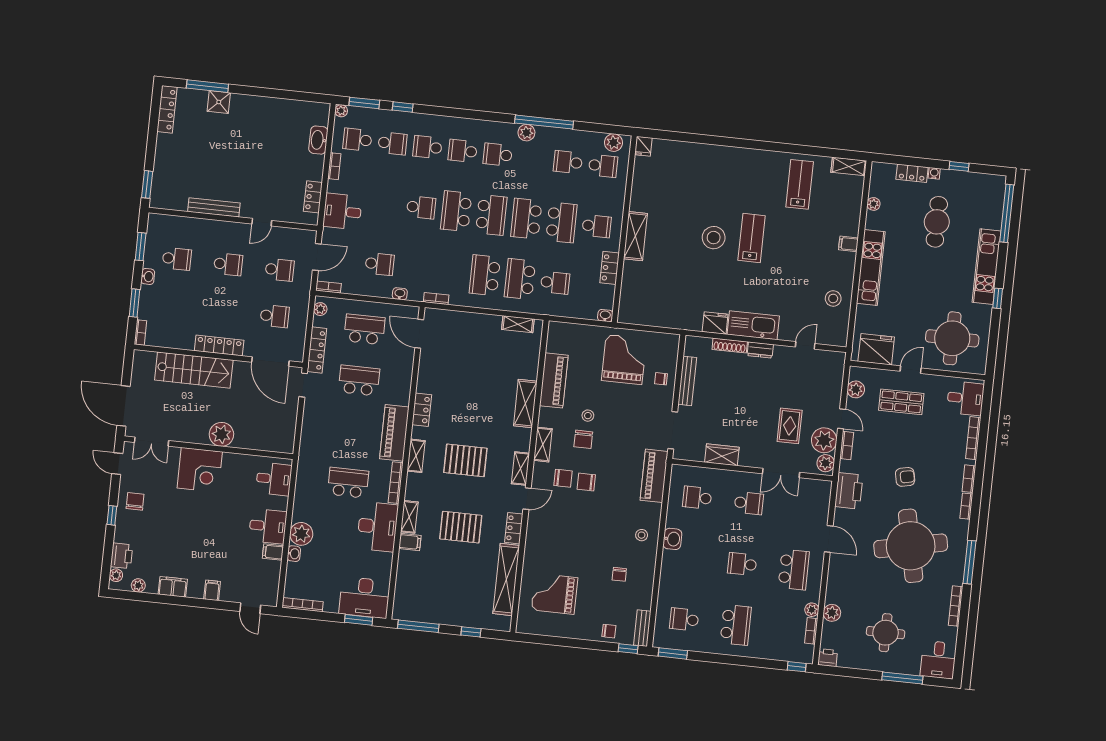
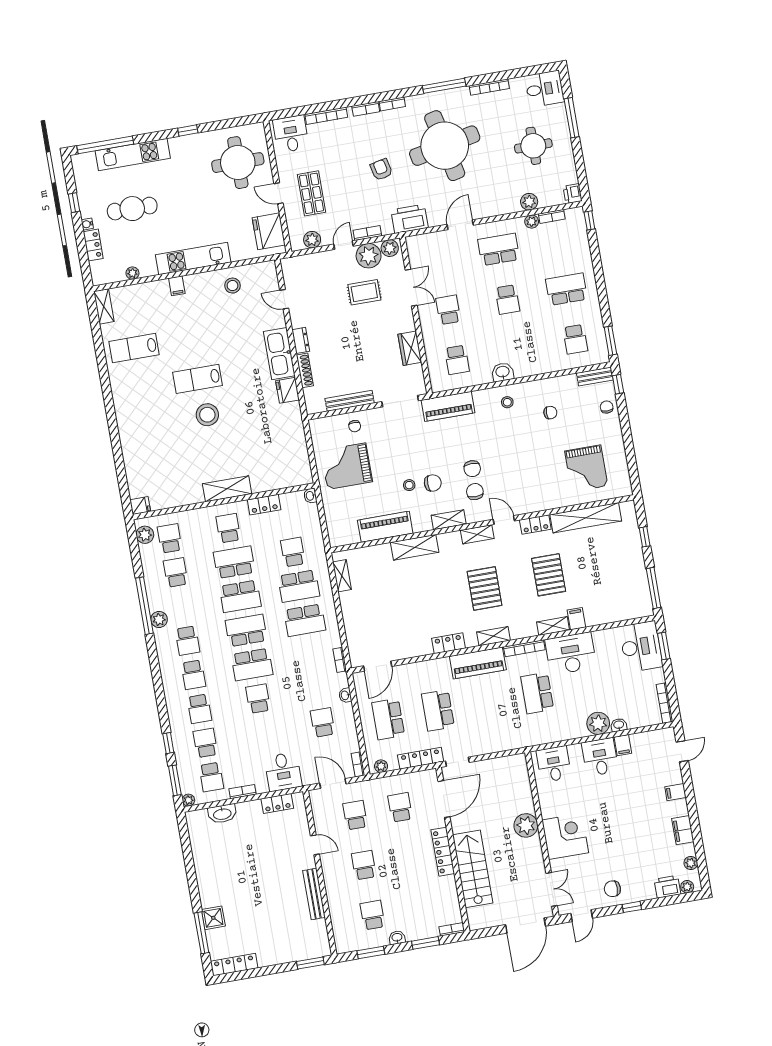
school desk: (568, 162) -> (176, 572), turned 180
kitchen unit: (986, 267) -> (133, 155), moved

